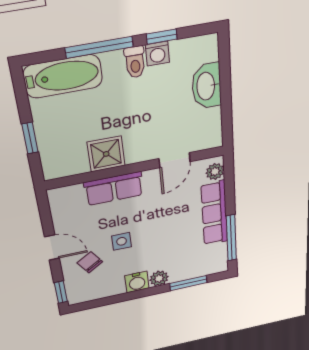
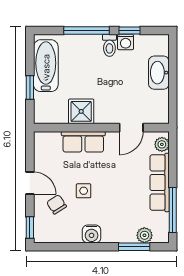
bathtub: (63, 76) -> (46, 66), moved, turned -90
plant: (159, 278) -> (144, 235), moved

